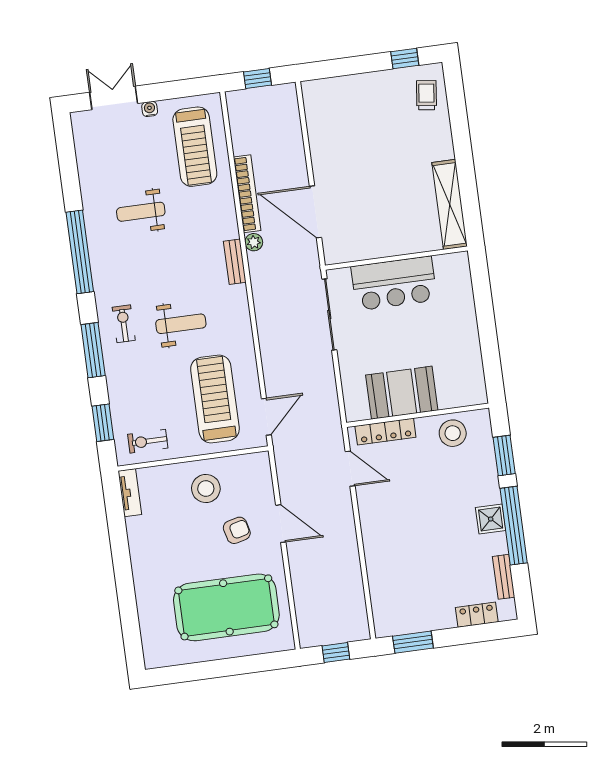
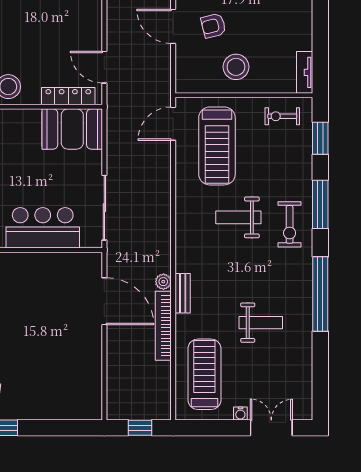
double door: (114, 98) -> (271, 428), swing flipped
bench: (235, 262) -> (183, 293), moved
exercise bike: (124, 324) -> (290, 224), width x1.38, depth x1.39
booth: (402, 393) -> (72, 129), moved
exercise bike: (148, 441) -> (282, 116), turned 180

